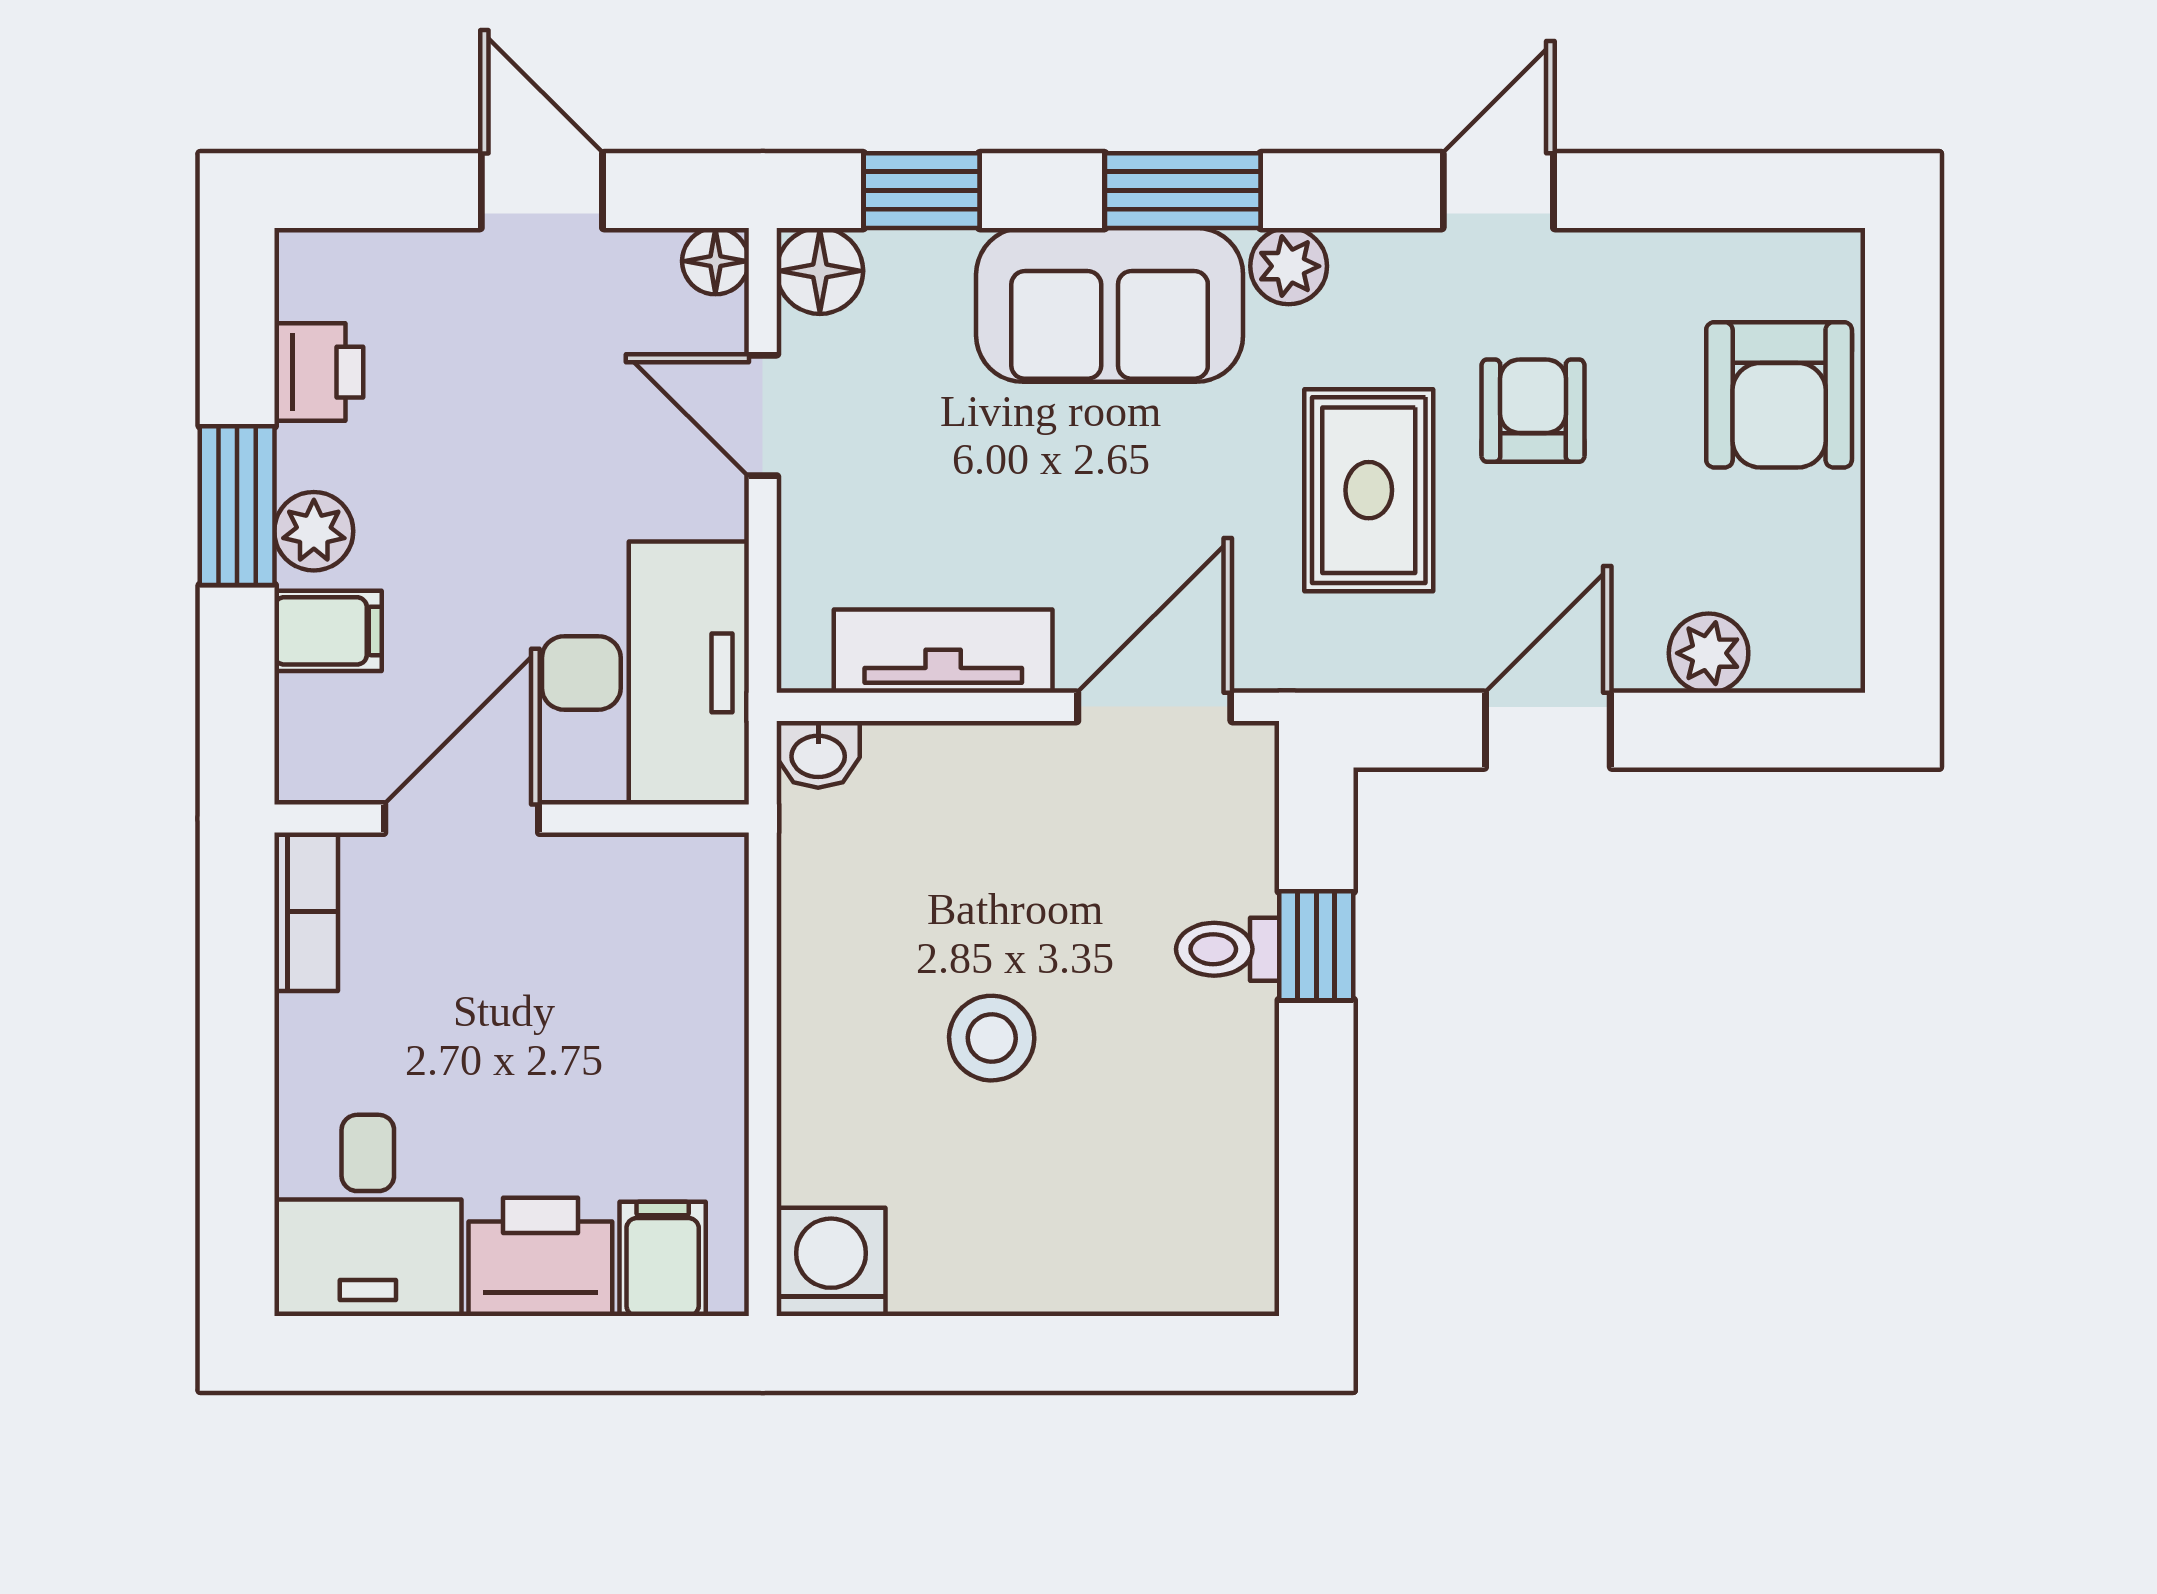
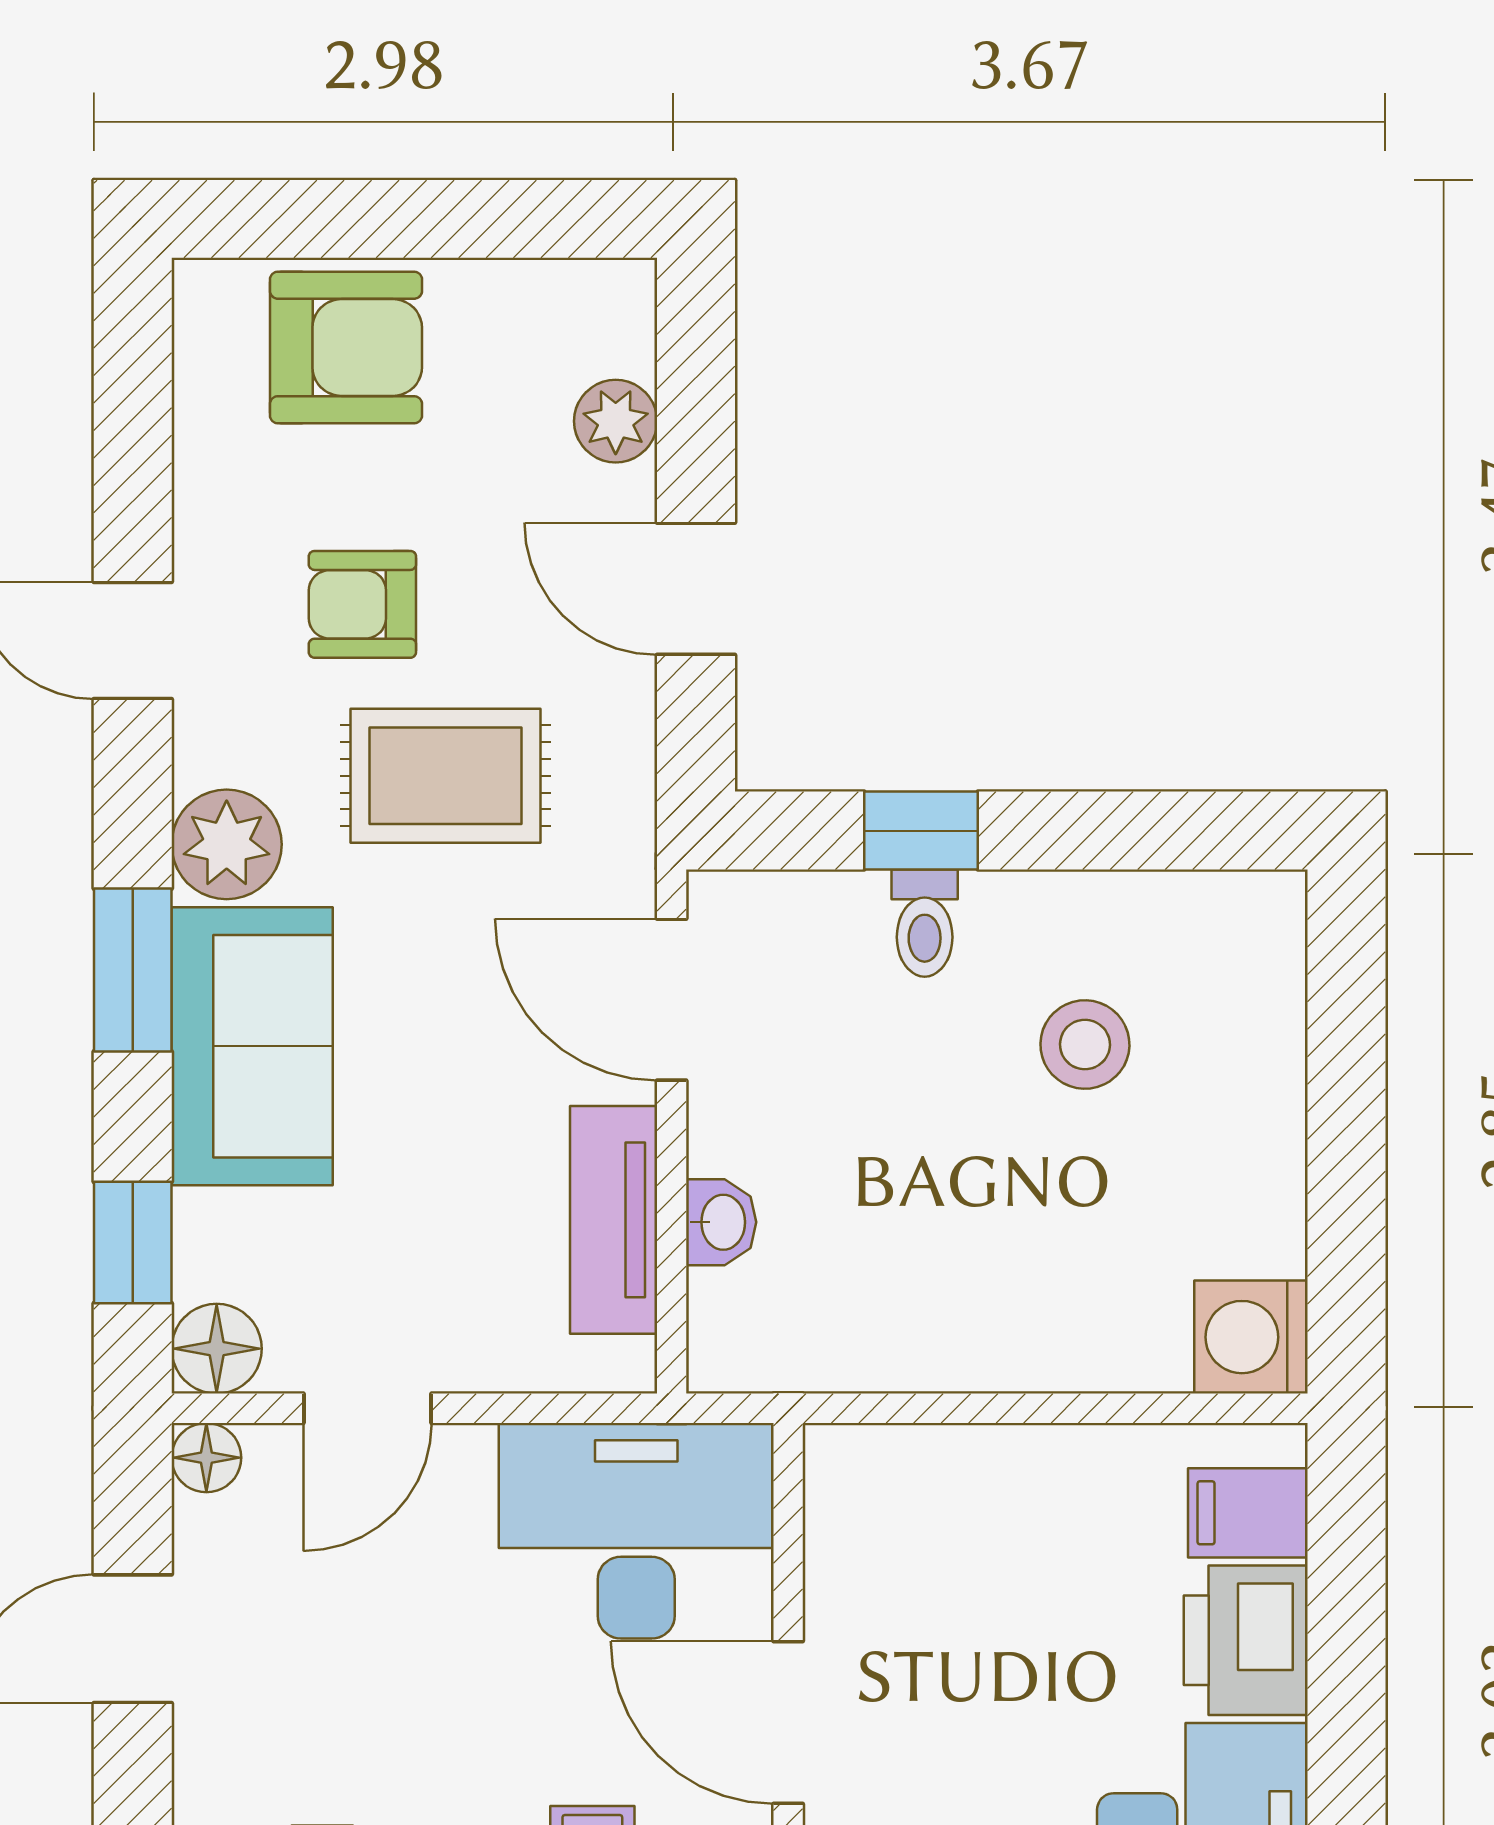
plant: (1289, 266) -> (227, 844), width x1.38, depth x1.38
washbasin: (818, 754) -> (721, 1222), moved
stool: (992, 1038) -> (1085, 1045), moved

